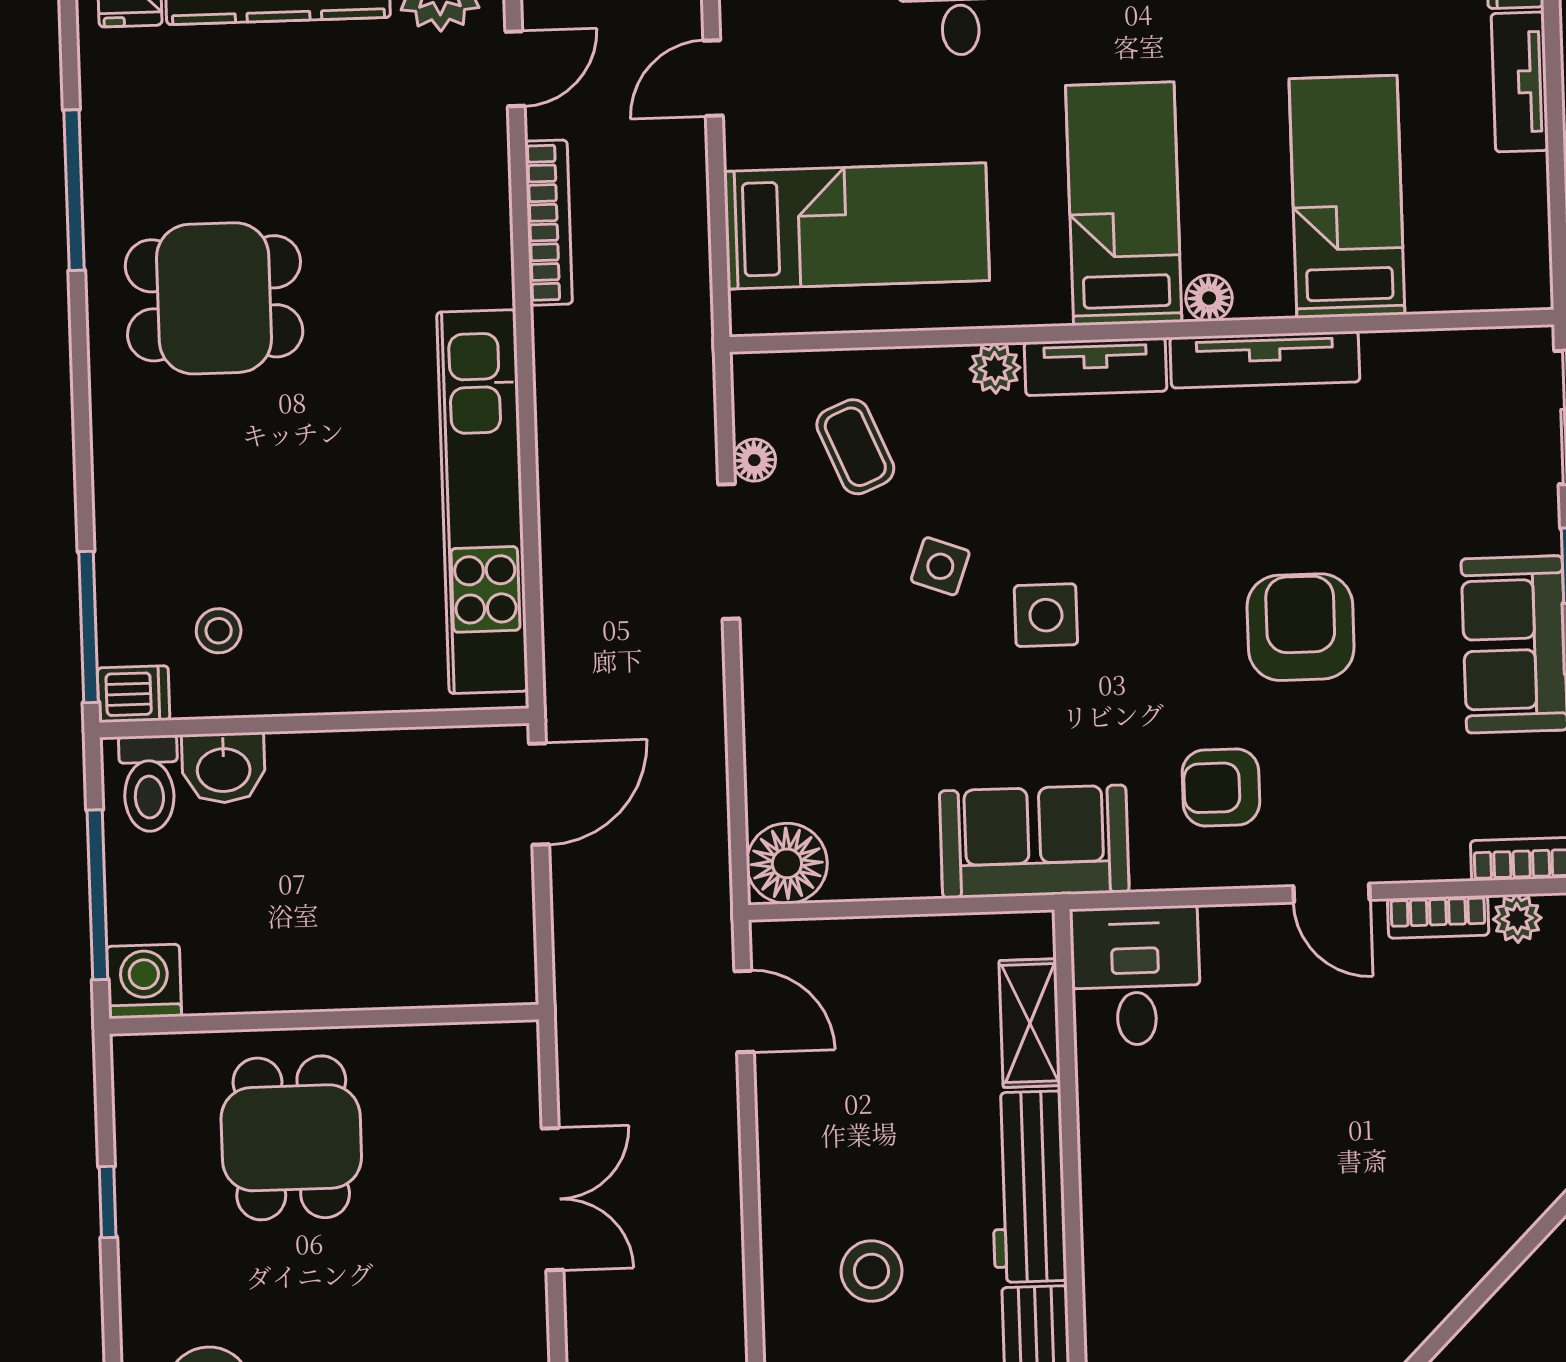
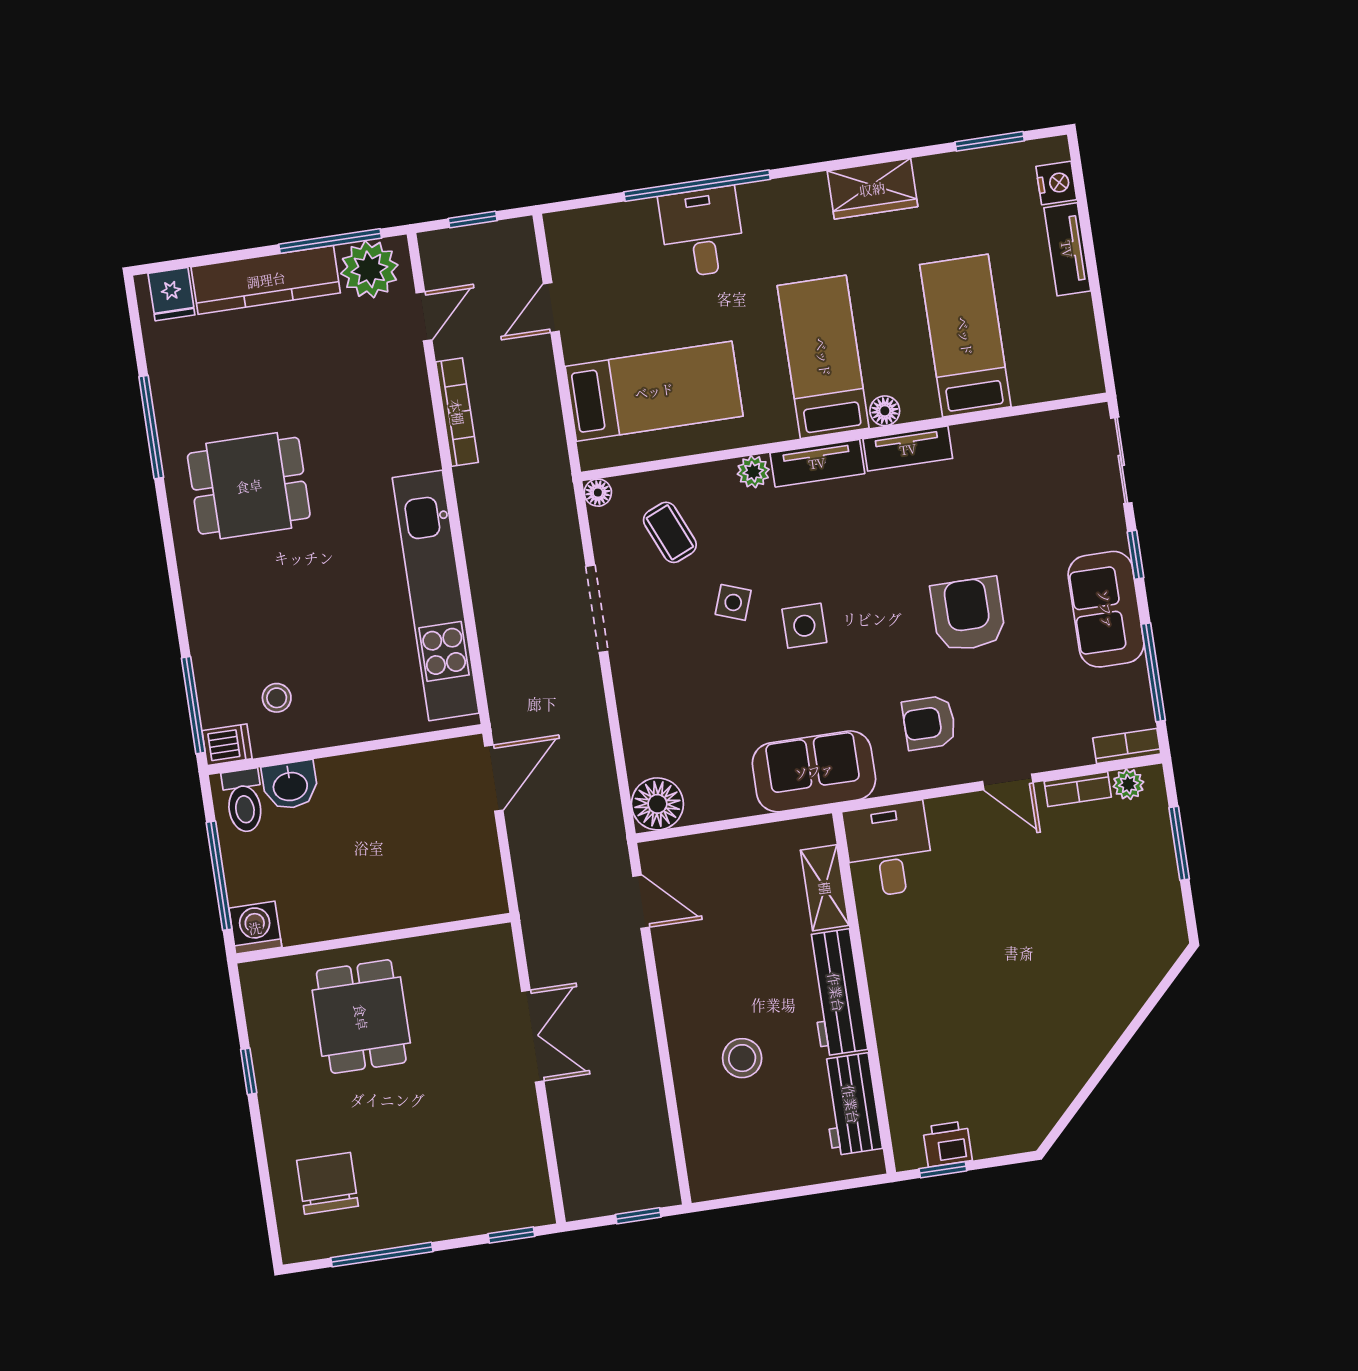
tv unit: (1265, 360) -> (908, 449), width x0.71
floor lamp: (754, 460) -> (598, 493), moved

